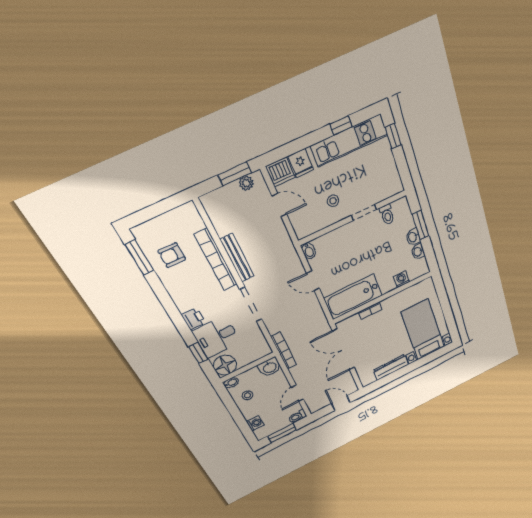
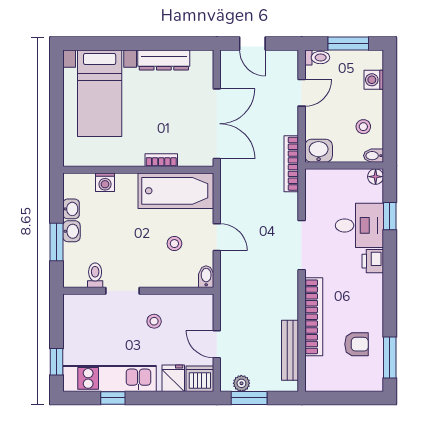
bench: (237, 258) -> (290, 350), moved
stool: (340, 262) -> (174, 244), added
floor lamp: (225, 365) -> (376, 177), width x0.53, depth x0.53

